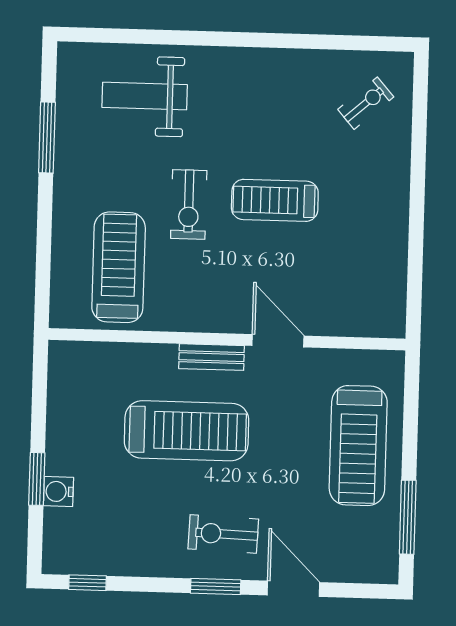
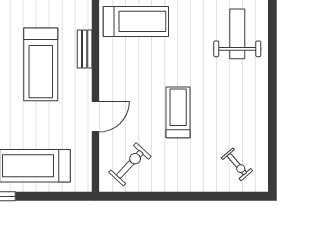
exercise bike: (189, 204) -> (130, 164), moved, turned 133
bench: (212, 357) -> (85, 49), moved

